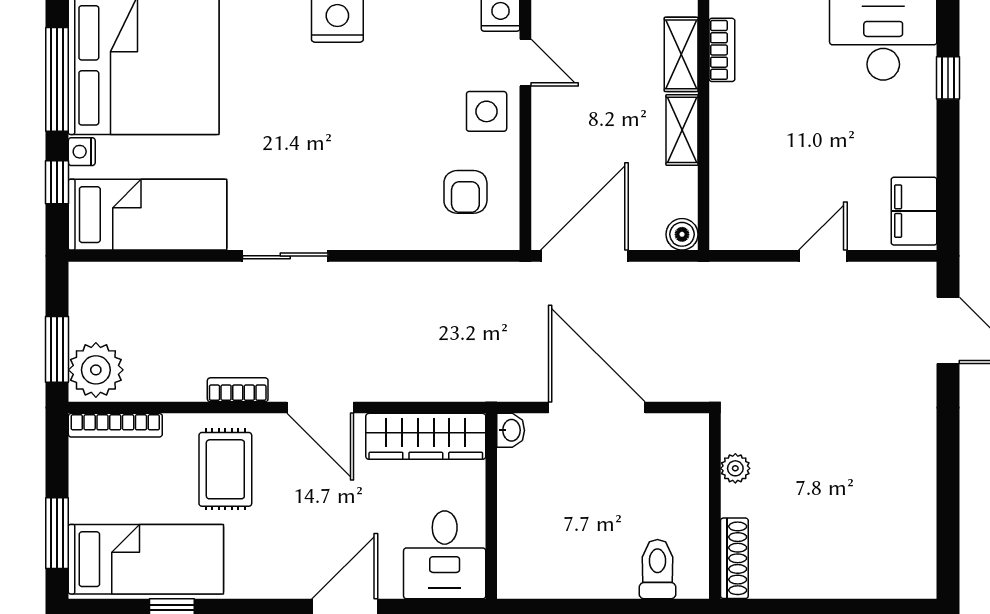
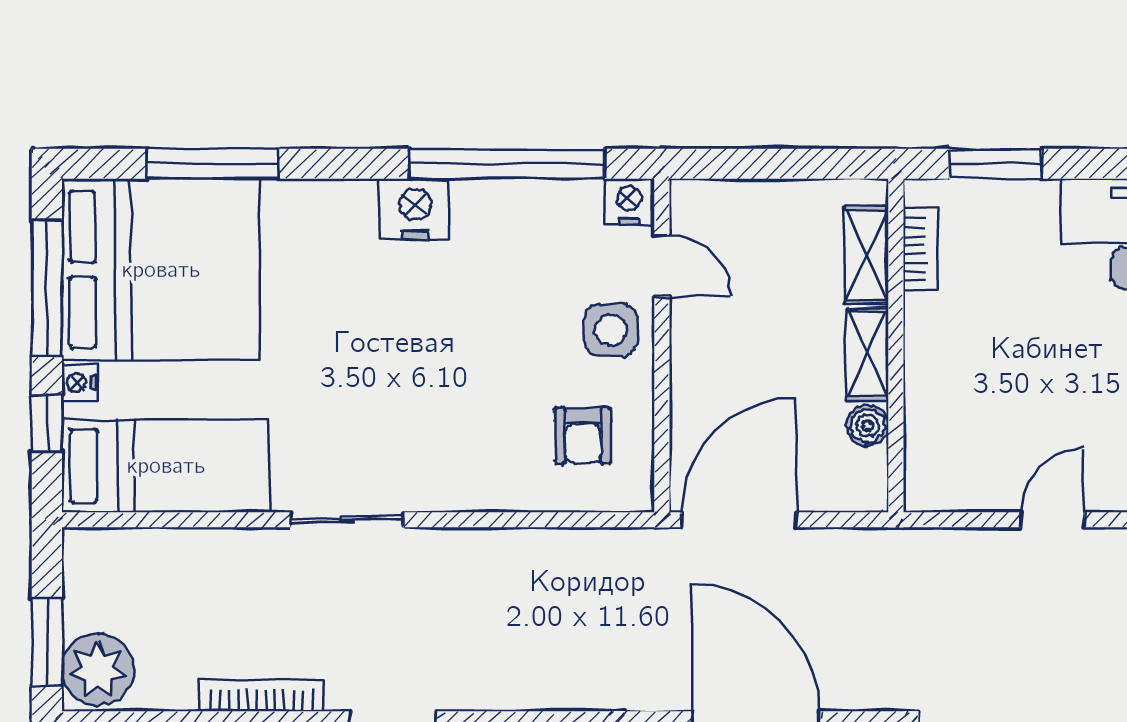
boiler: (682, 234) -> (868, 426), moved
bookcase: (238, 390) -> (262, 696), width x1.56

